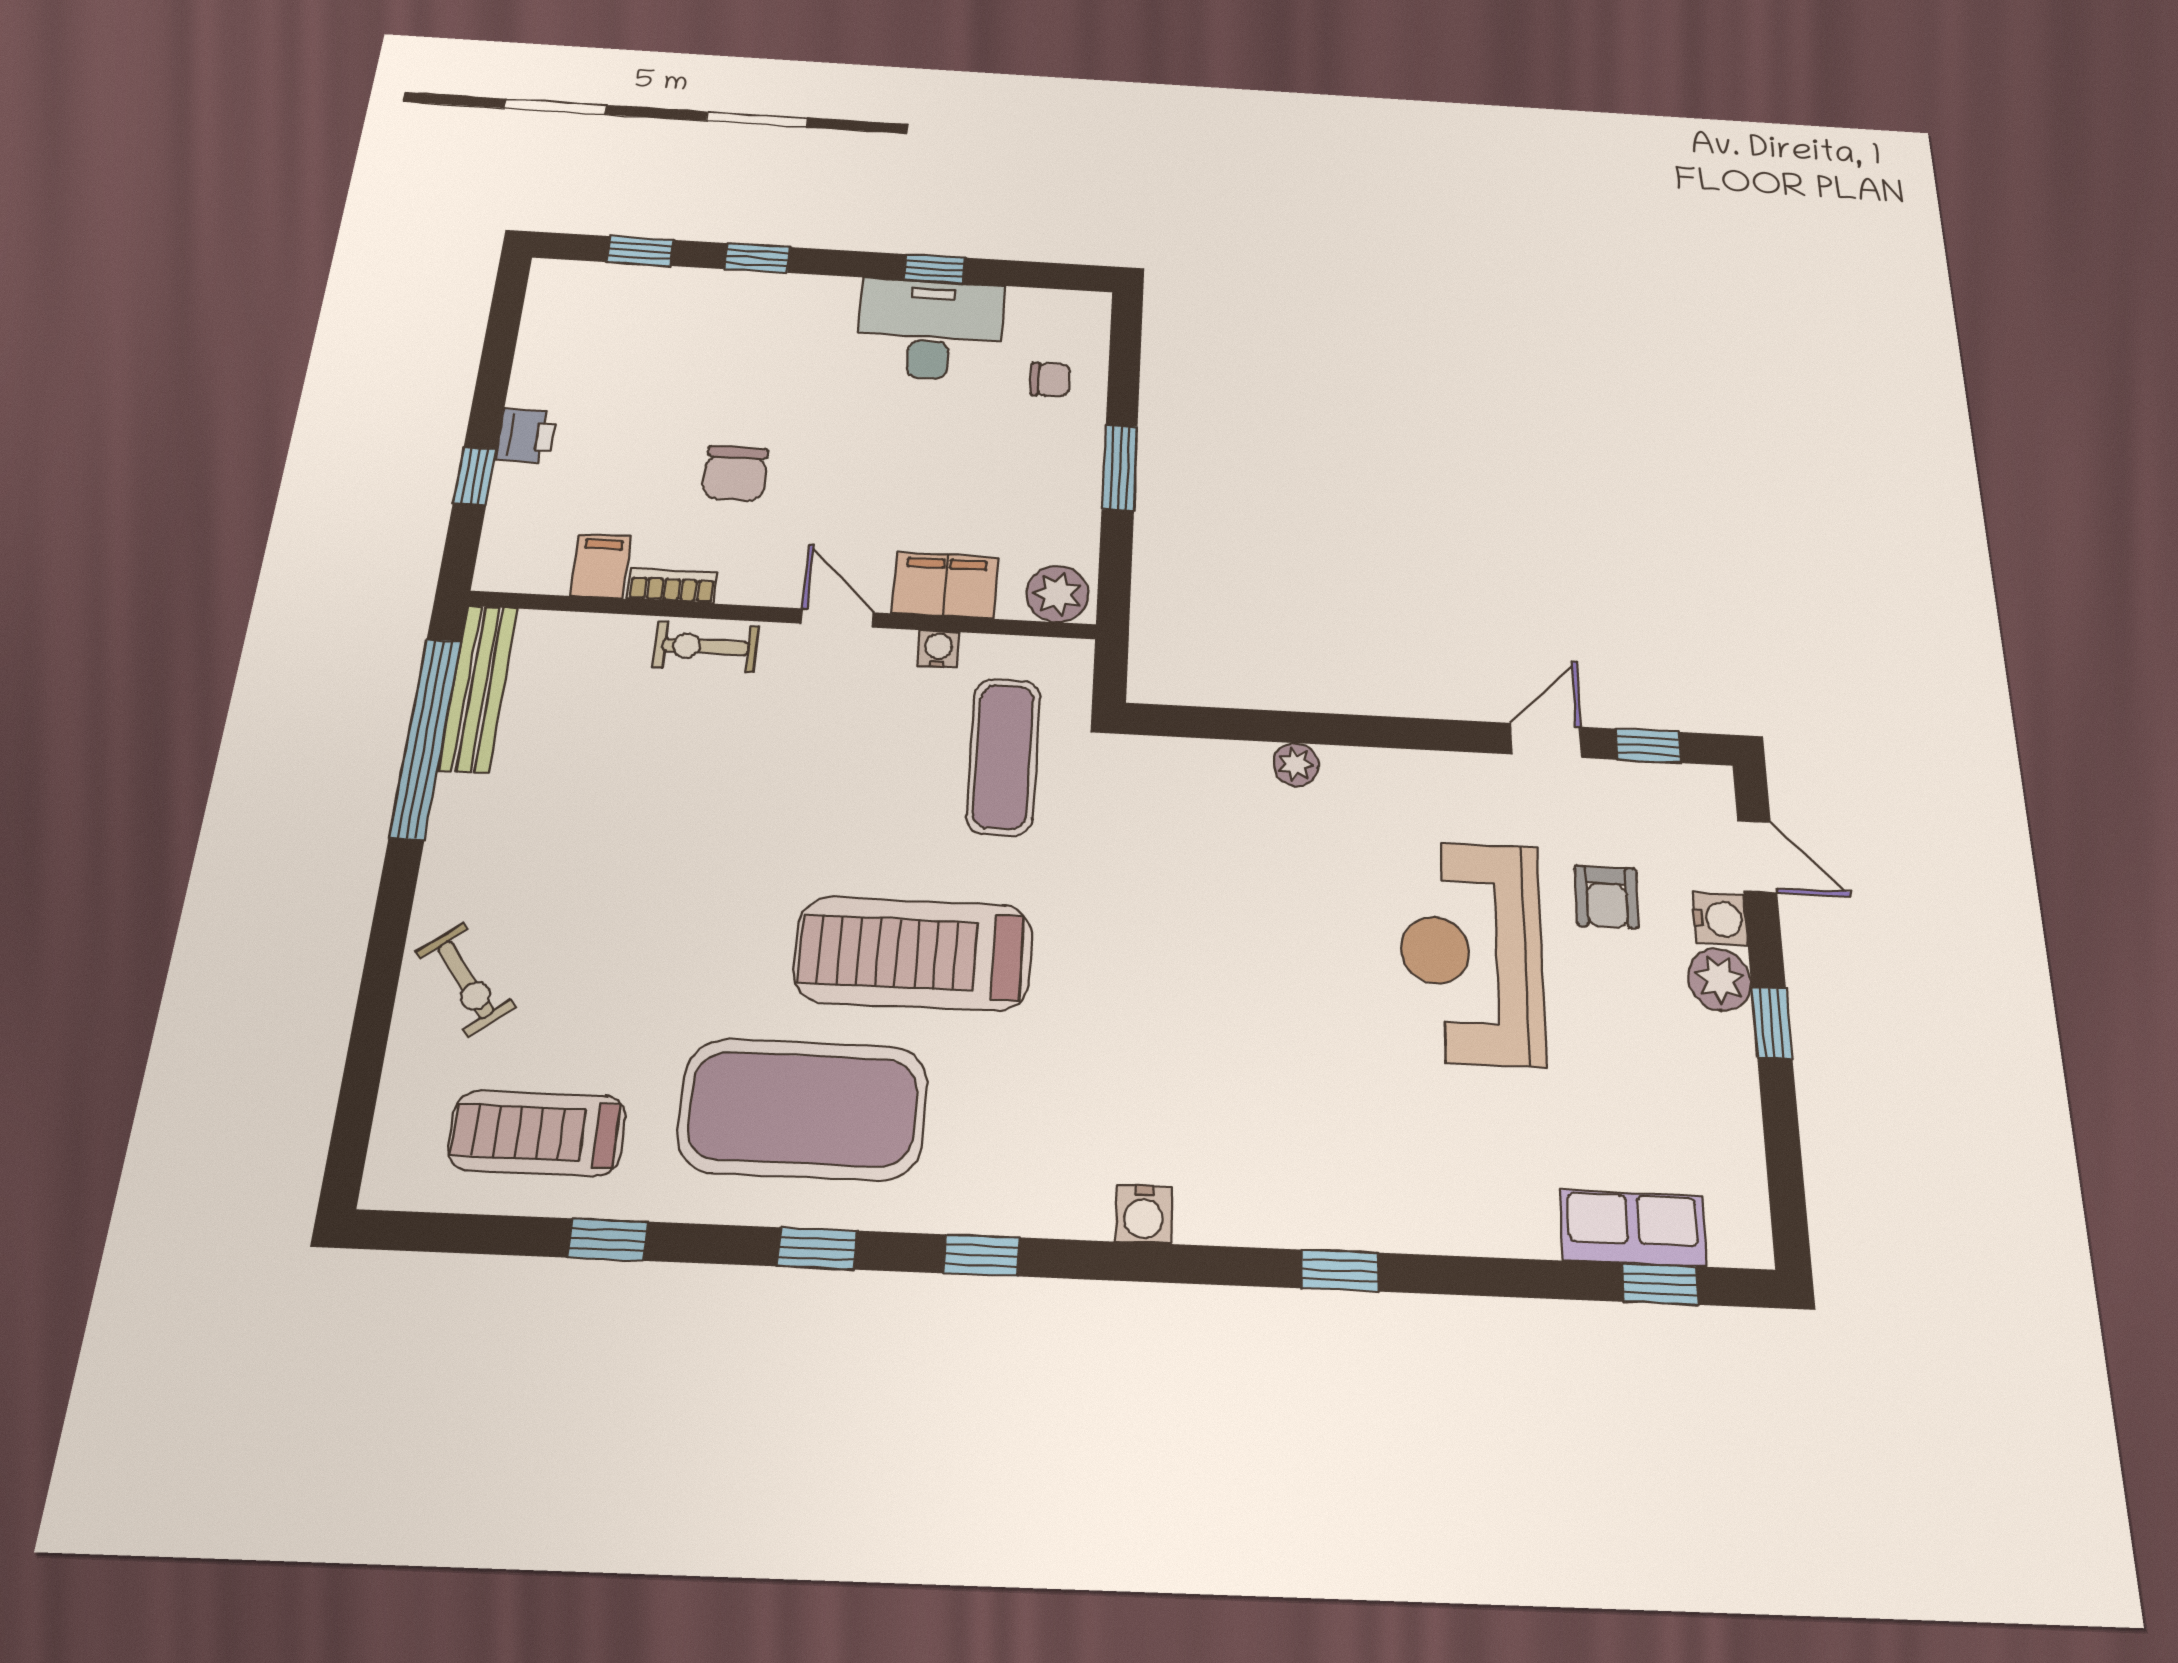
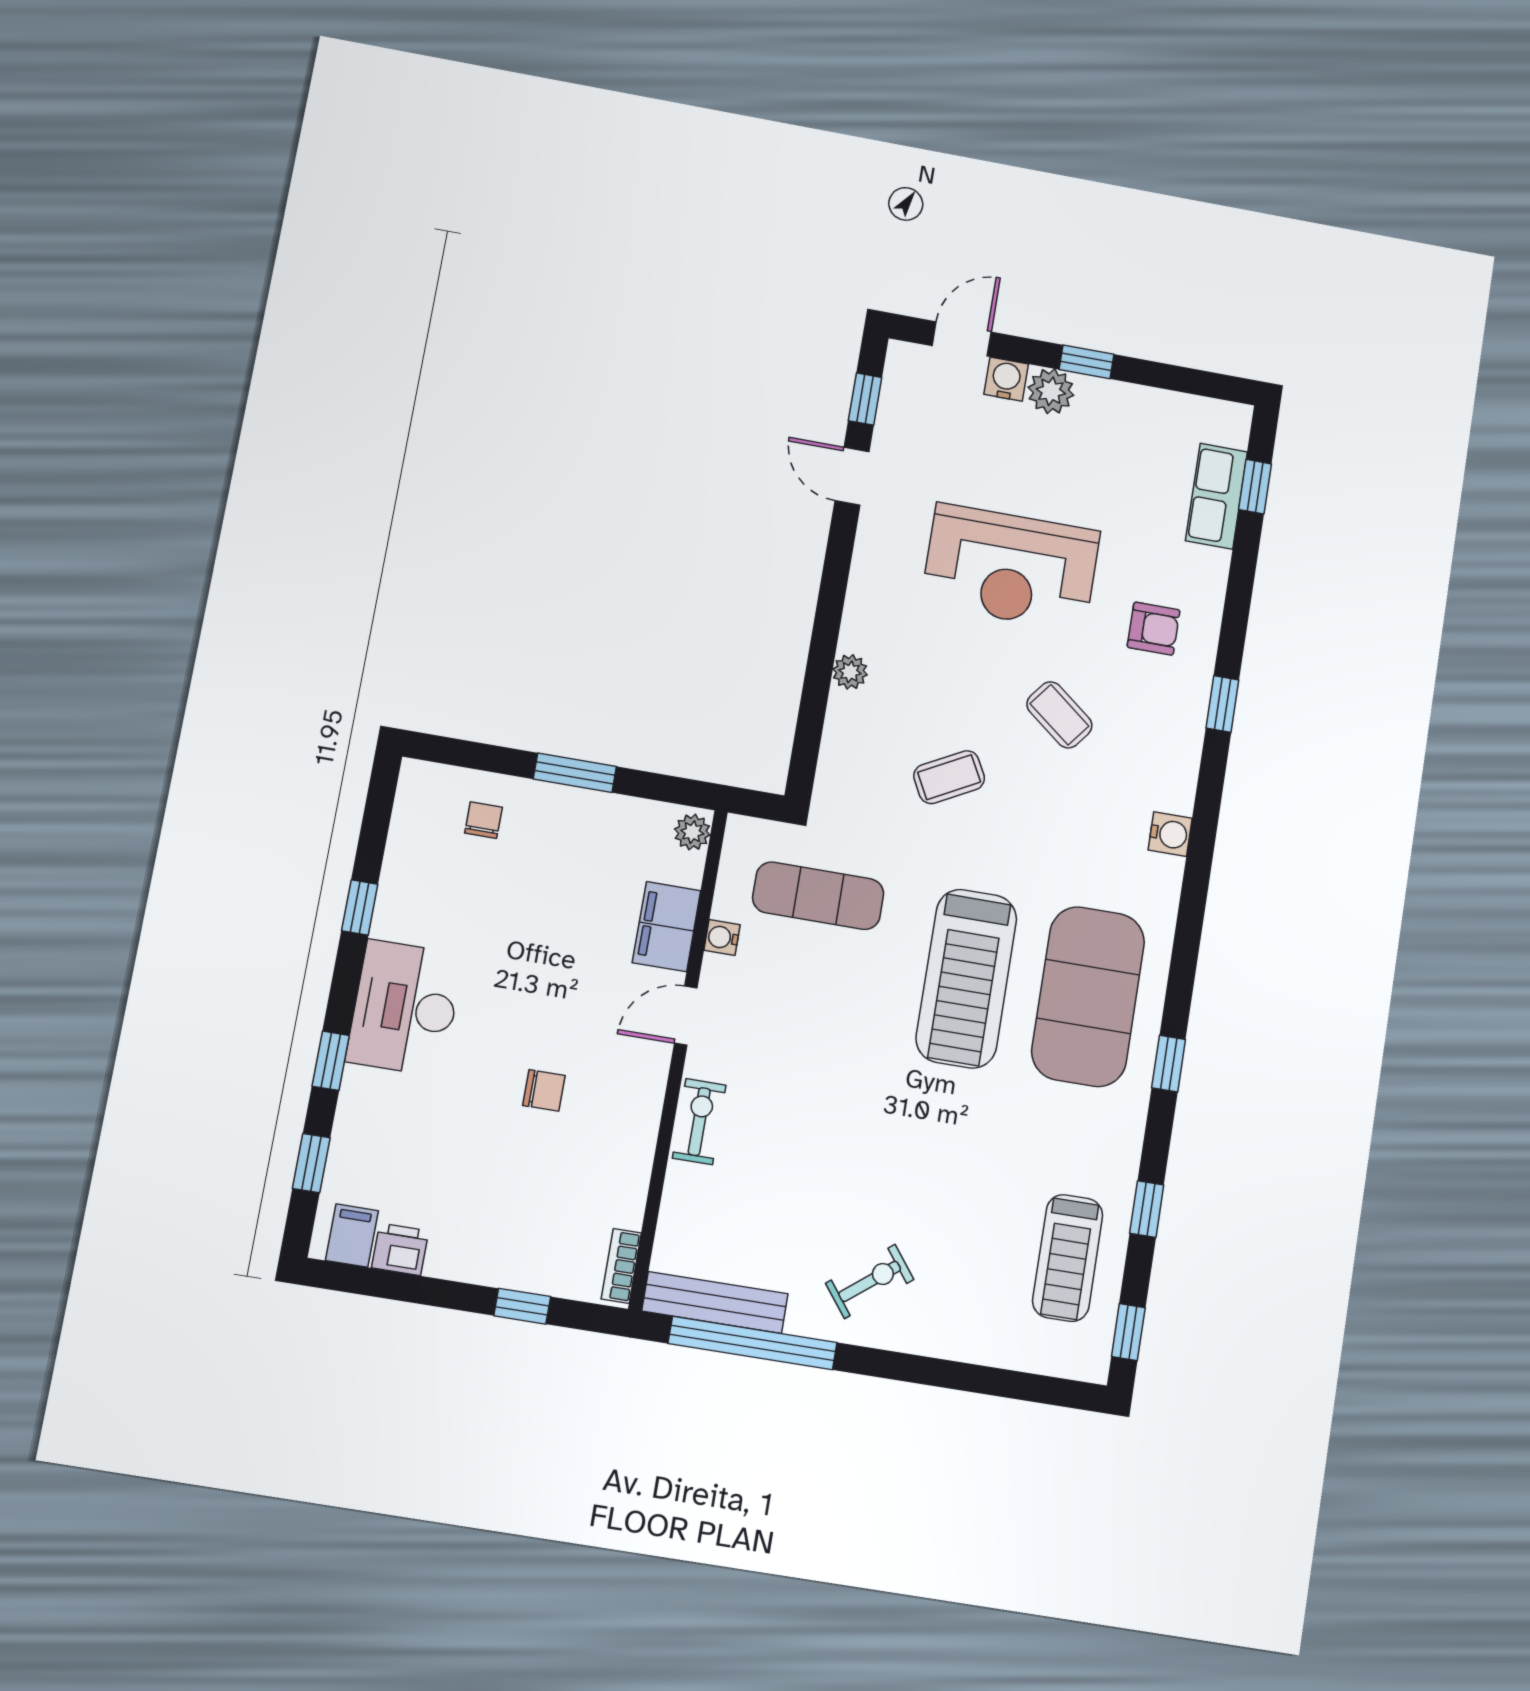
desk: (930, 329) -> (405, 1008), moved
printer: (526, 436) -> (400, 1249), moved
chair: (735, 473) -> (544, 1090), width x0.73, depth x0.73
filing cabinet: (601, 566) -> (352, 1235), moved, turned 90
bookcase: (672, 586) -> (621, 1266), moved
plant: (1058, 594) -> (692, 832), width x0.73, depth x0.73
exercise bike: (706, 647) -> (699, 1122), turned 180
armchair: (1607, 897) -> (1154, 629), moved
coffee table: (1179, 902) -> (949, 777), added
exercise bike: (466, 980) -> (870, 1281), moved
coffee table: (1286, 1039) -> (1059, 715), added
exercise mat: (803, 1109) -> (1088, 997), moved
window: (981, 1255) -> (1128, 1332), moved

